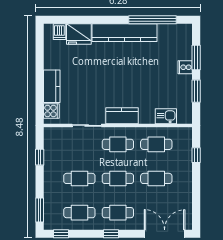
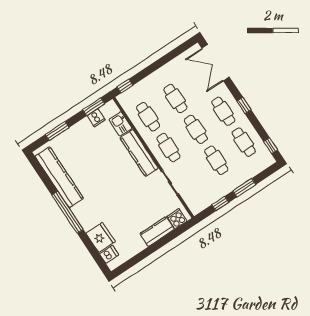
window: (152, 20) -> (67, 212), moved
kitchen counter: (124, 33) -> (59, 177), moved
cooker: (185, 67) -> (96, 118), moved
window: (196, 91) -> (94, 107), moved
kitchen counter: (122, 116) -> (139, 153), width x1.50
window: (196, 155) -> (125, 86), moved
window: (40, 210) -> (244, 188), moved

